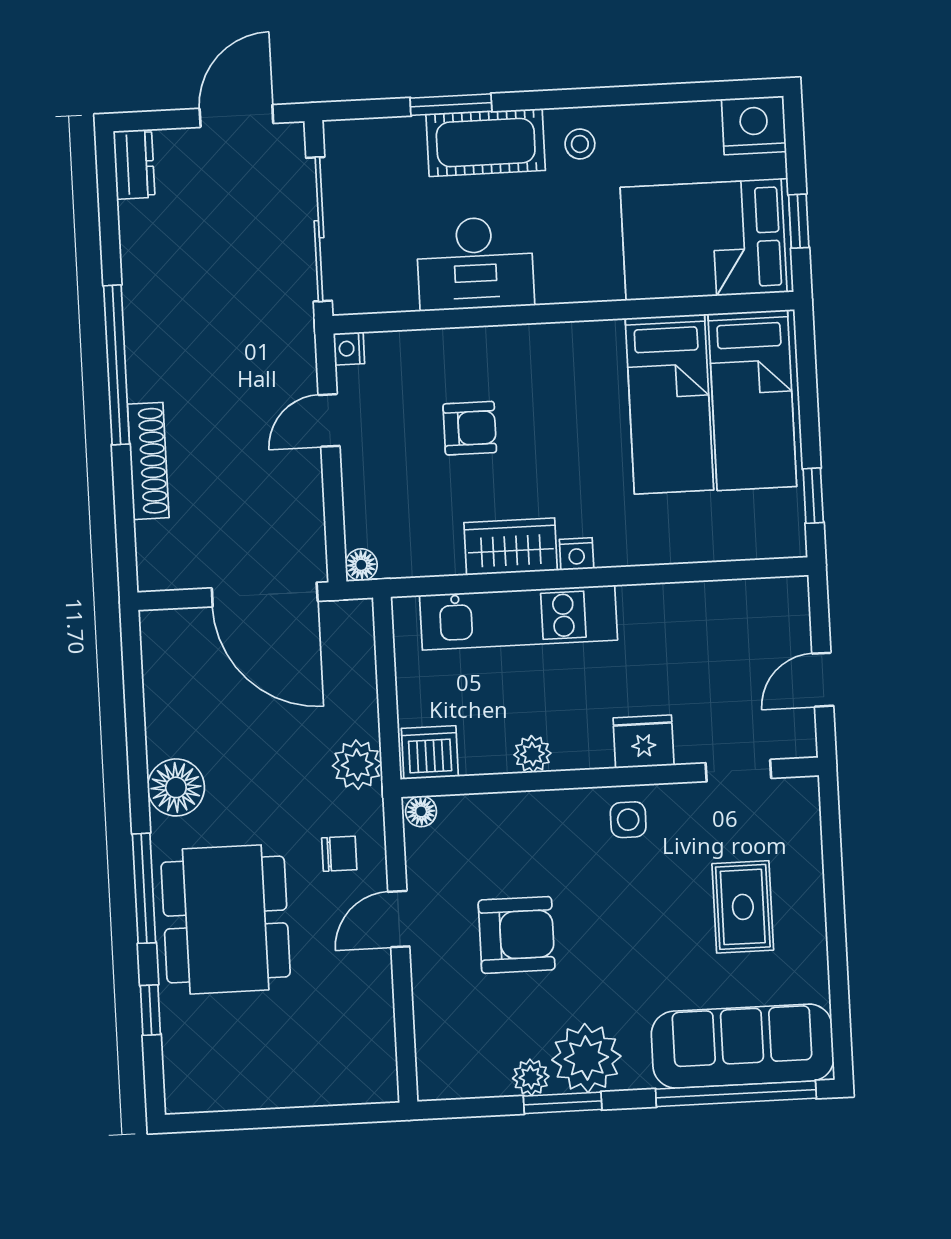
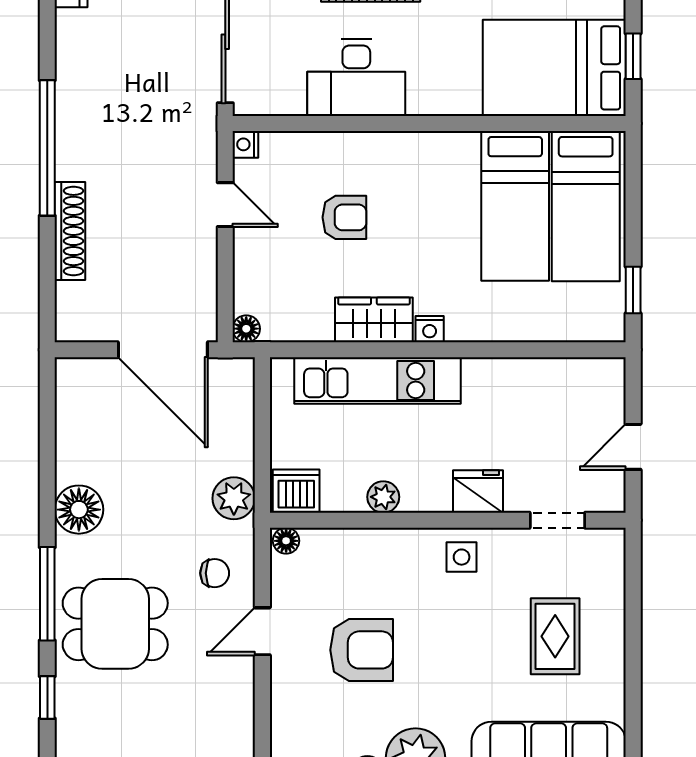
door: (329, 420) -> (225, 205), swing flipped
dining table: (226, 919) -> (115, 624), width x0.73

